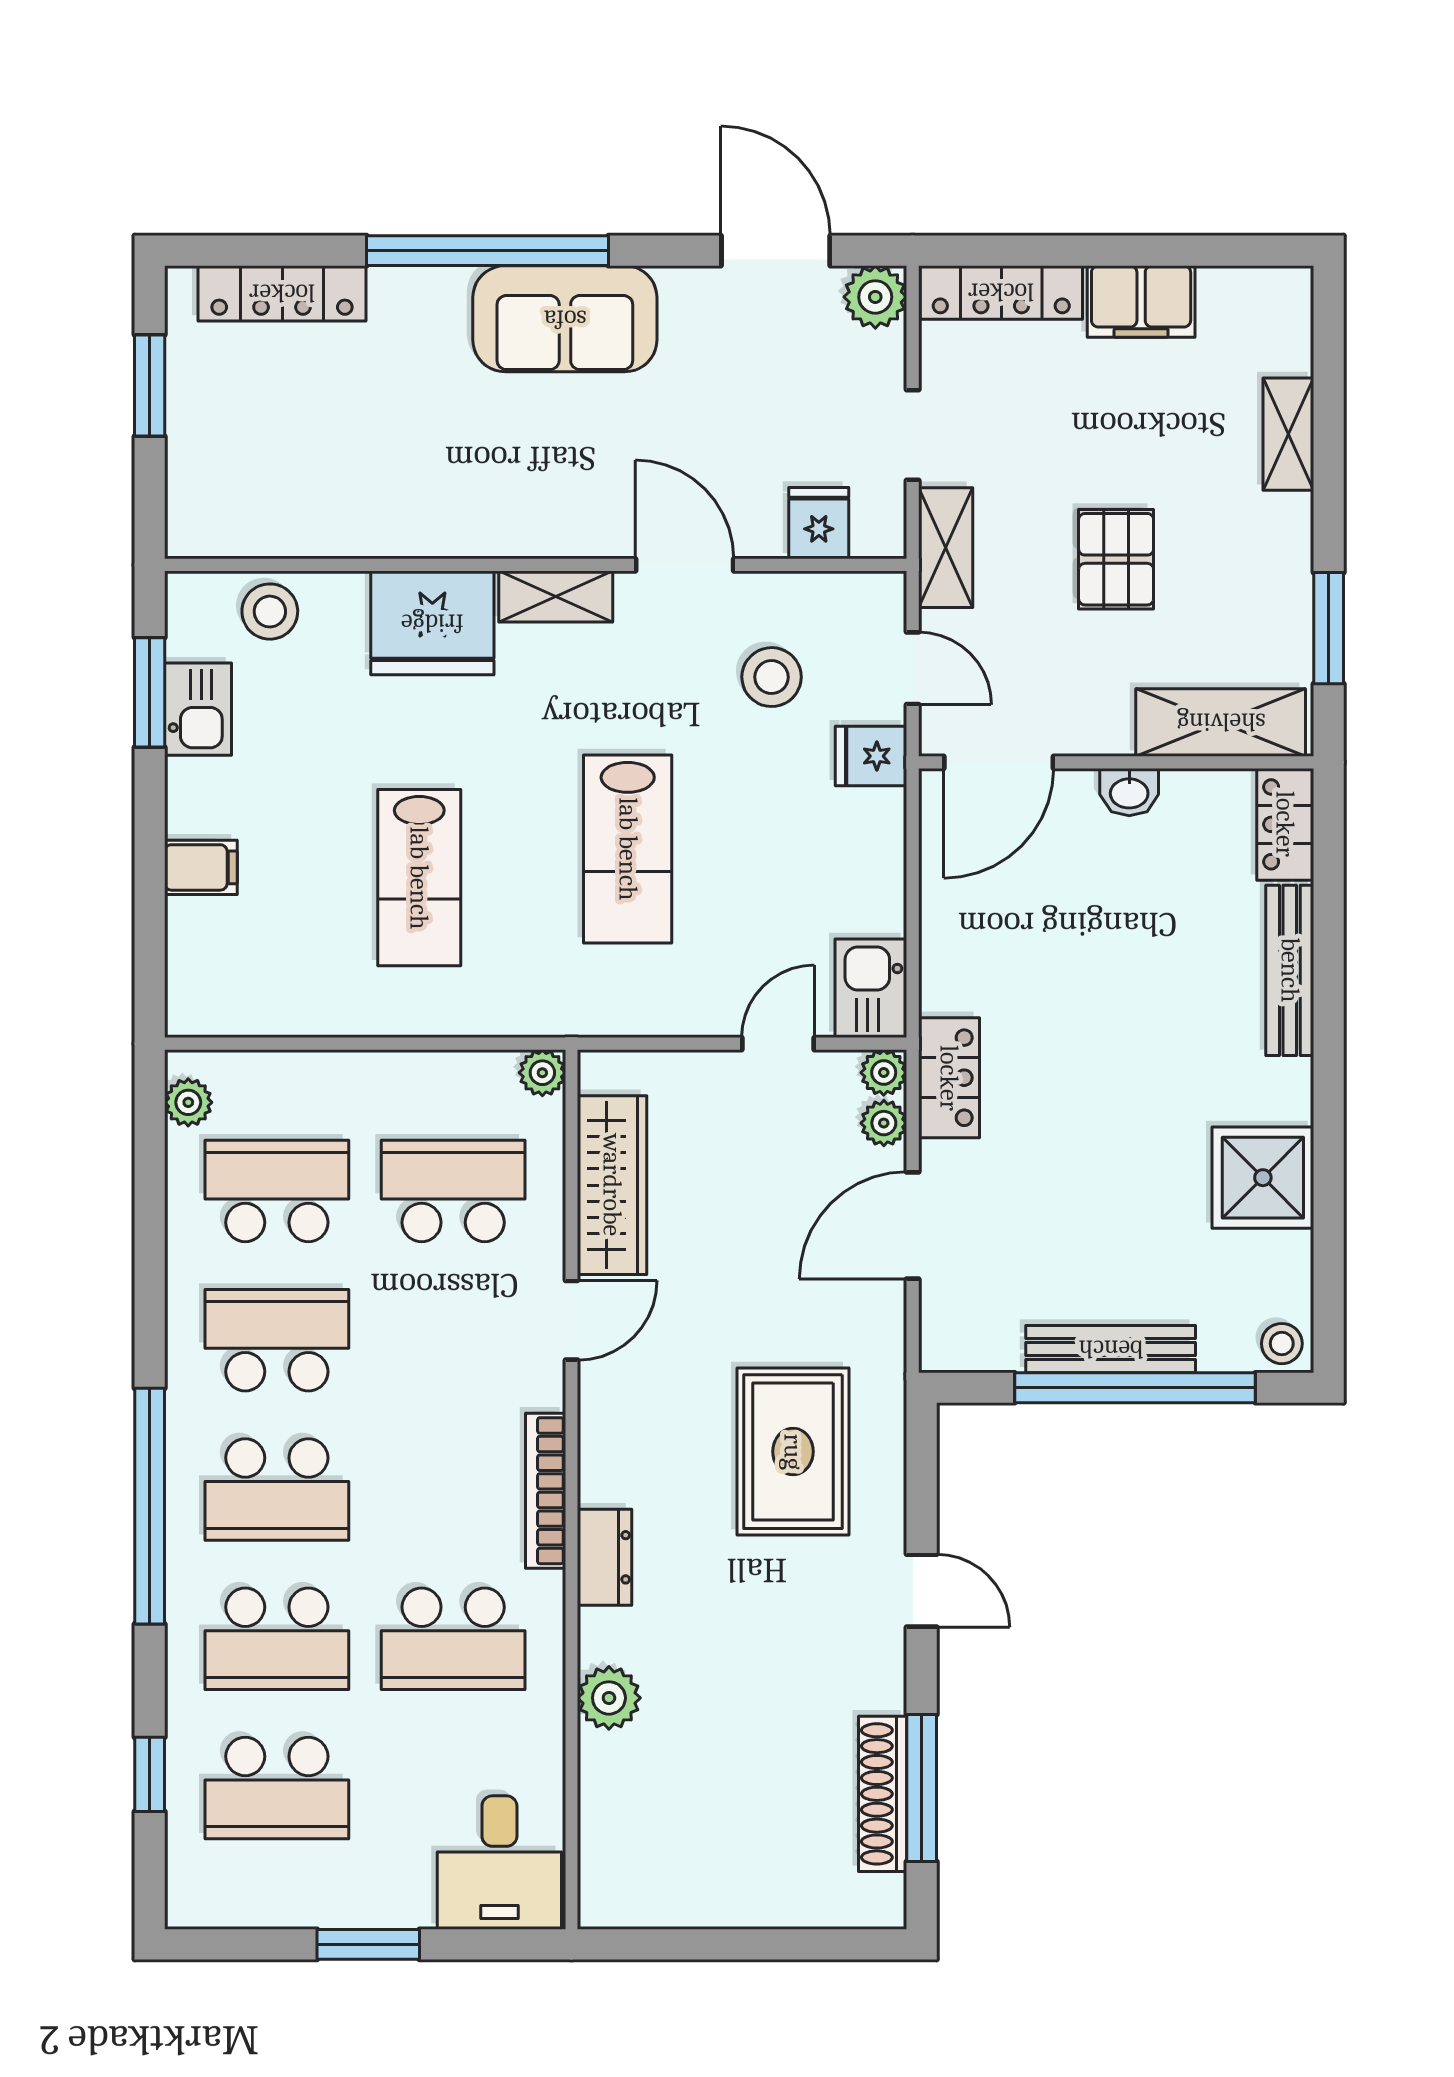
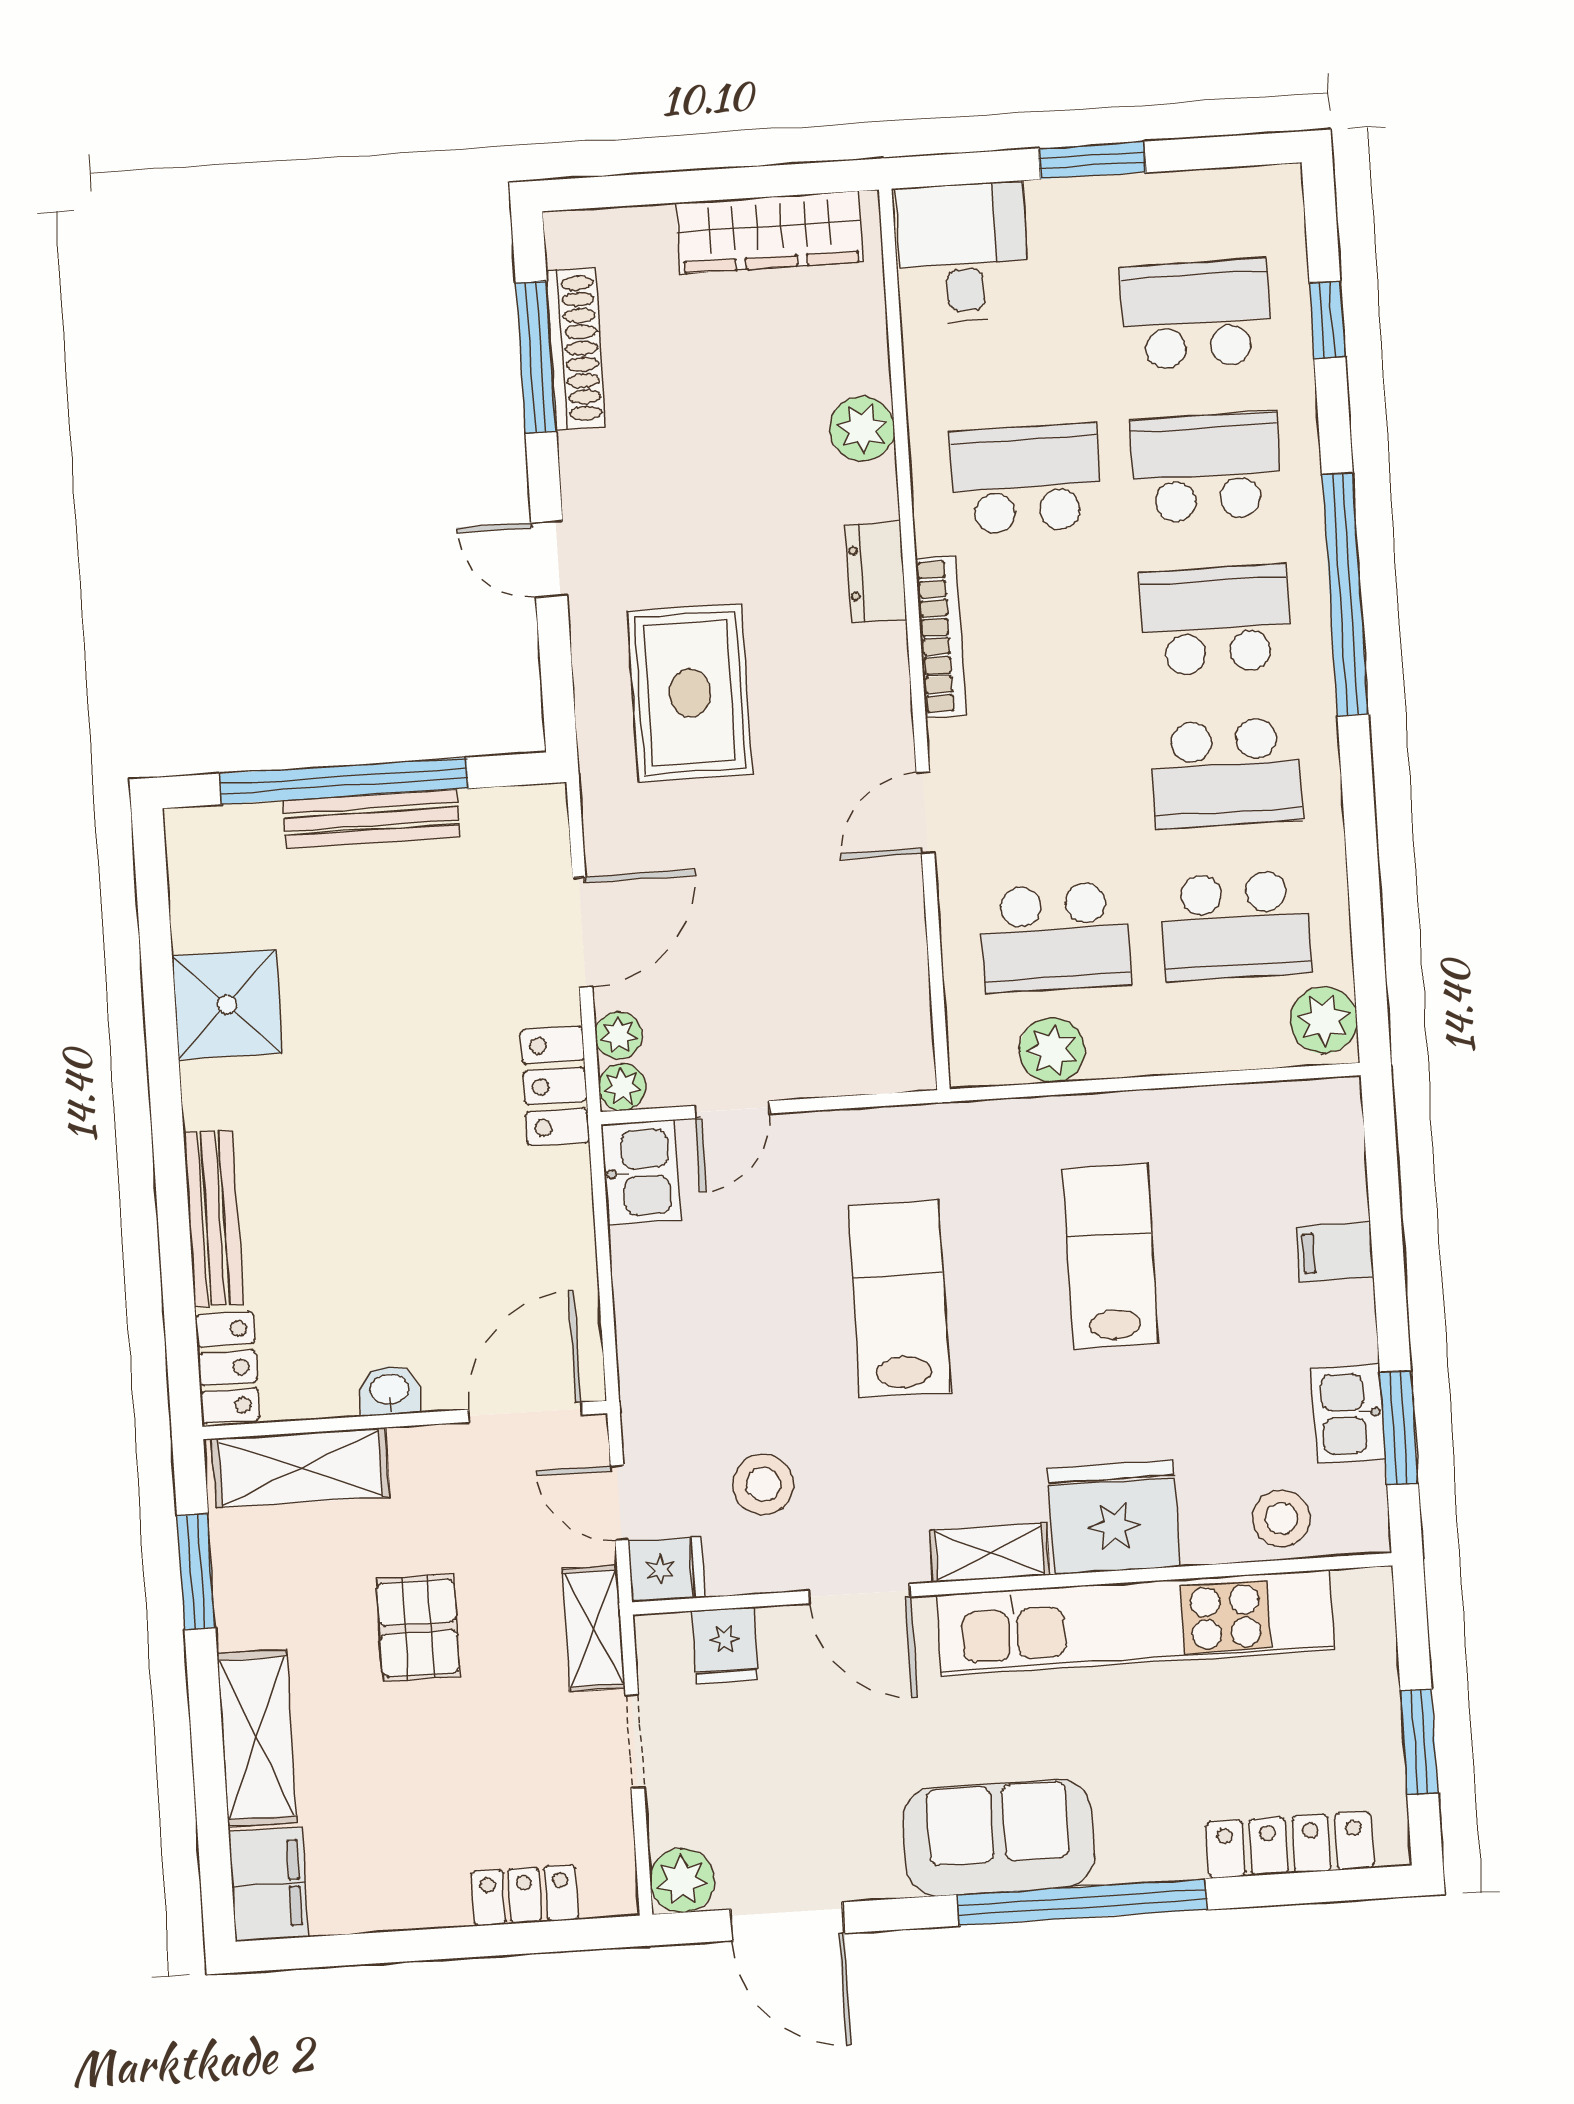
locker: (1001, 292) -> (525, 1895), width x0.66
filing cabinet: (1141, 301) -> (269, 1884), moved, turned 90
shelving: (1288, 434) -> (257, 1738), width x1.50, depth x1.33
kitchen unit: (418, 519) -> (1135, 1623), added
fridge: (871, 756) -> (666, 1569), moved
plant: (542, 1073) -> (1052, 1050), moved, width x1.38, depth x1.38
plant: (188, 1102) -> (1324, 1020), width x1.38, depth x1.38
wardrobe: (612, 1185) -> (770, 232), moved, turned -90
stool: (1282, 1344) -> (197, 836), removed

